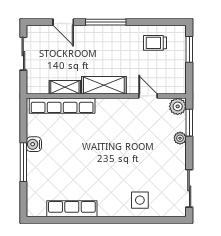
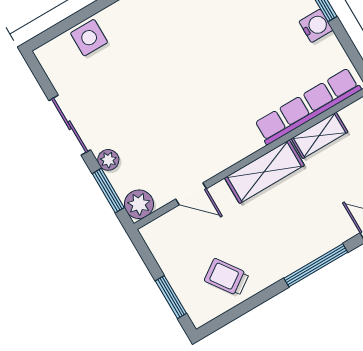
trolley: (155, 43) -> (227, 277), turned -125
sliding door: (189, 188) -> (70, 125), moved
side table: (140, 200) -> (89, 38), moved

